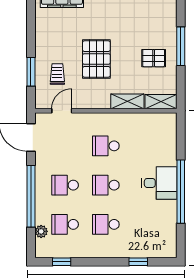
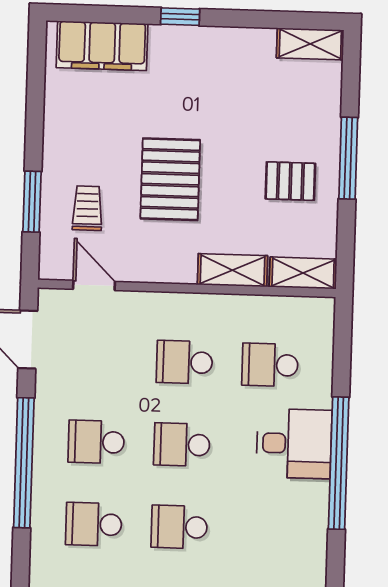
door: (62, 111) -> (94, 285), hinge flipped
school desk: (147, 146) -> (270, 365), added
plant: (41, 231) -> (43, 538), removed

